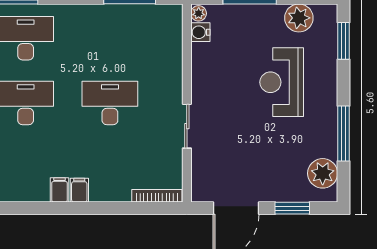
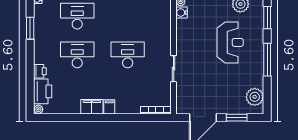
reception desk: (282, 82) -> (230, 42), turned 180
window: (343, 133) -> (267, 60), moved
filing cabinet: (60, 190) -> (92, 107), width x2.00

